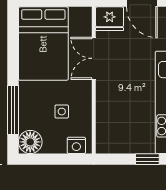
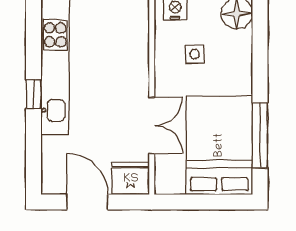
window: (13, 110) -> (260, 135), moved

